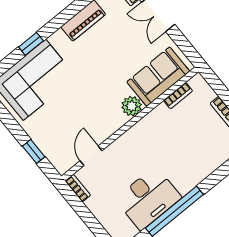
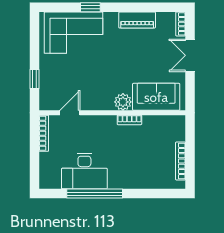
bookcase: (178, 96) -> (129, 120), moved
bookcase: (78, 188) -> (44, 133), width x1.56

